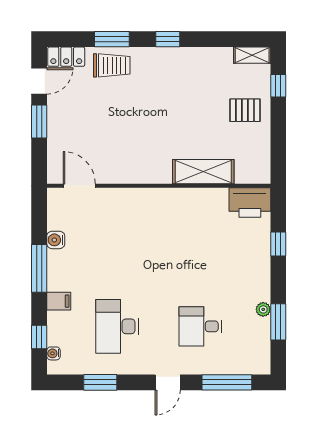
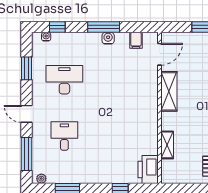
shelving: (134, 172) -> (169, 91), added
shelving: (203, 172) -> (167, 145), width x0.67, depth x0.75
water cooler: (56, 240) -> (108, 38), moved
filing cabinet: (59, 301) -> (136, 40), moved
plant: (263, 309) -> (41, 179), moved

